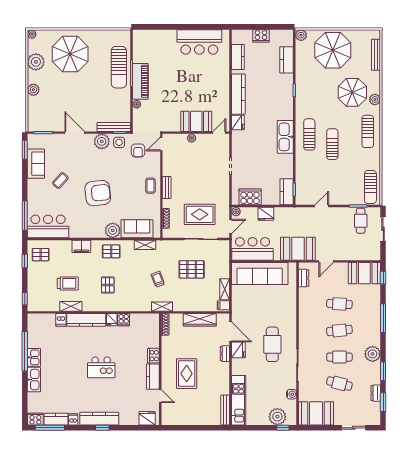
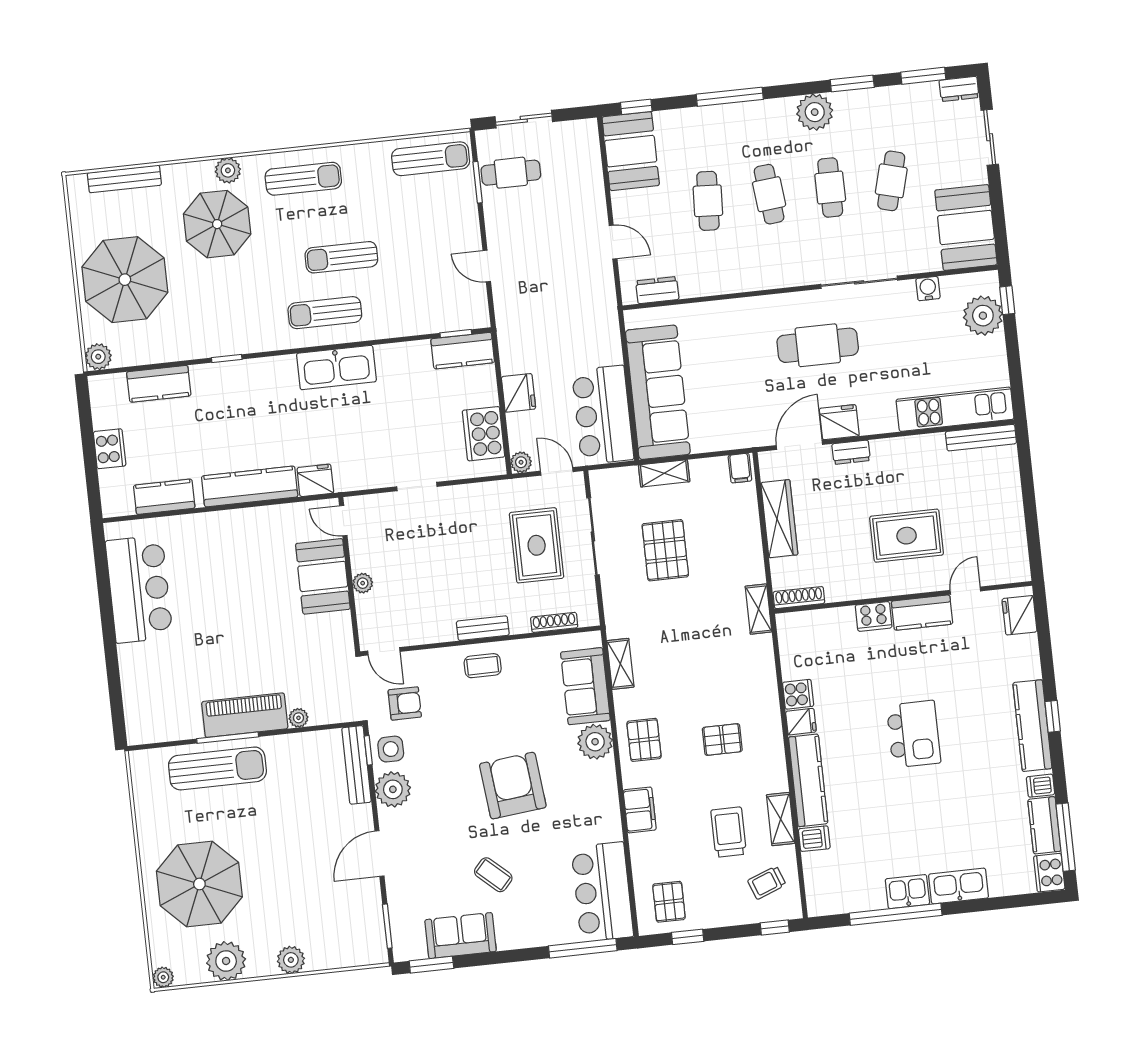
booth: (298, 249) -> (591, 310), removed
trolley: (158, 279) -> (767, 883), moved
shelving: (225, 289) -> (664, 473), moved
dresser: (376, 393) -> (959, 89), moved

